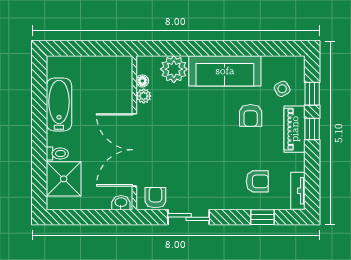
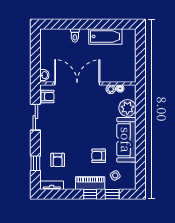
shower: (64, 179) -> (59, 39), removed

